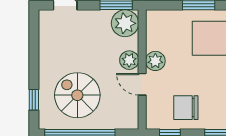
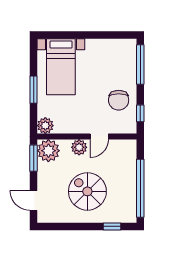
plant: (155, 61) -> (45, 126), moved
spiral stairs: (77, 95) -> (87, 191), moved, turned 90

